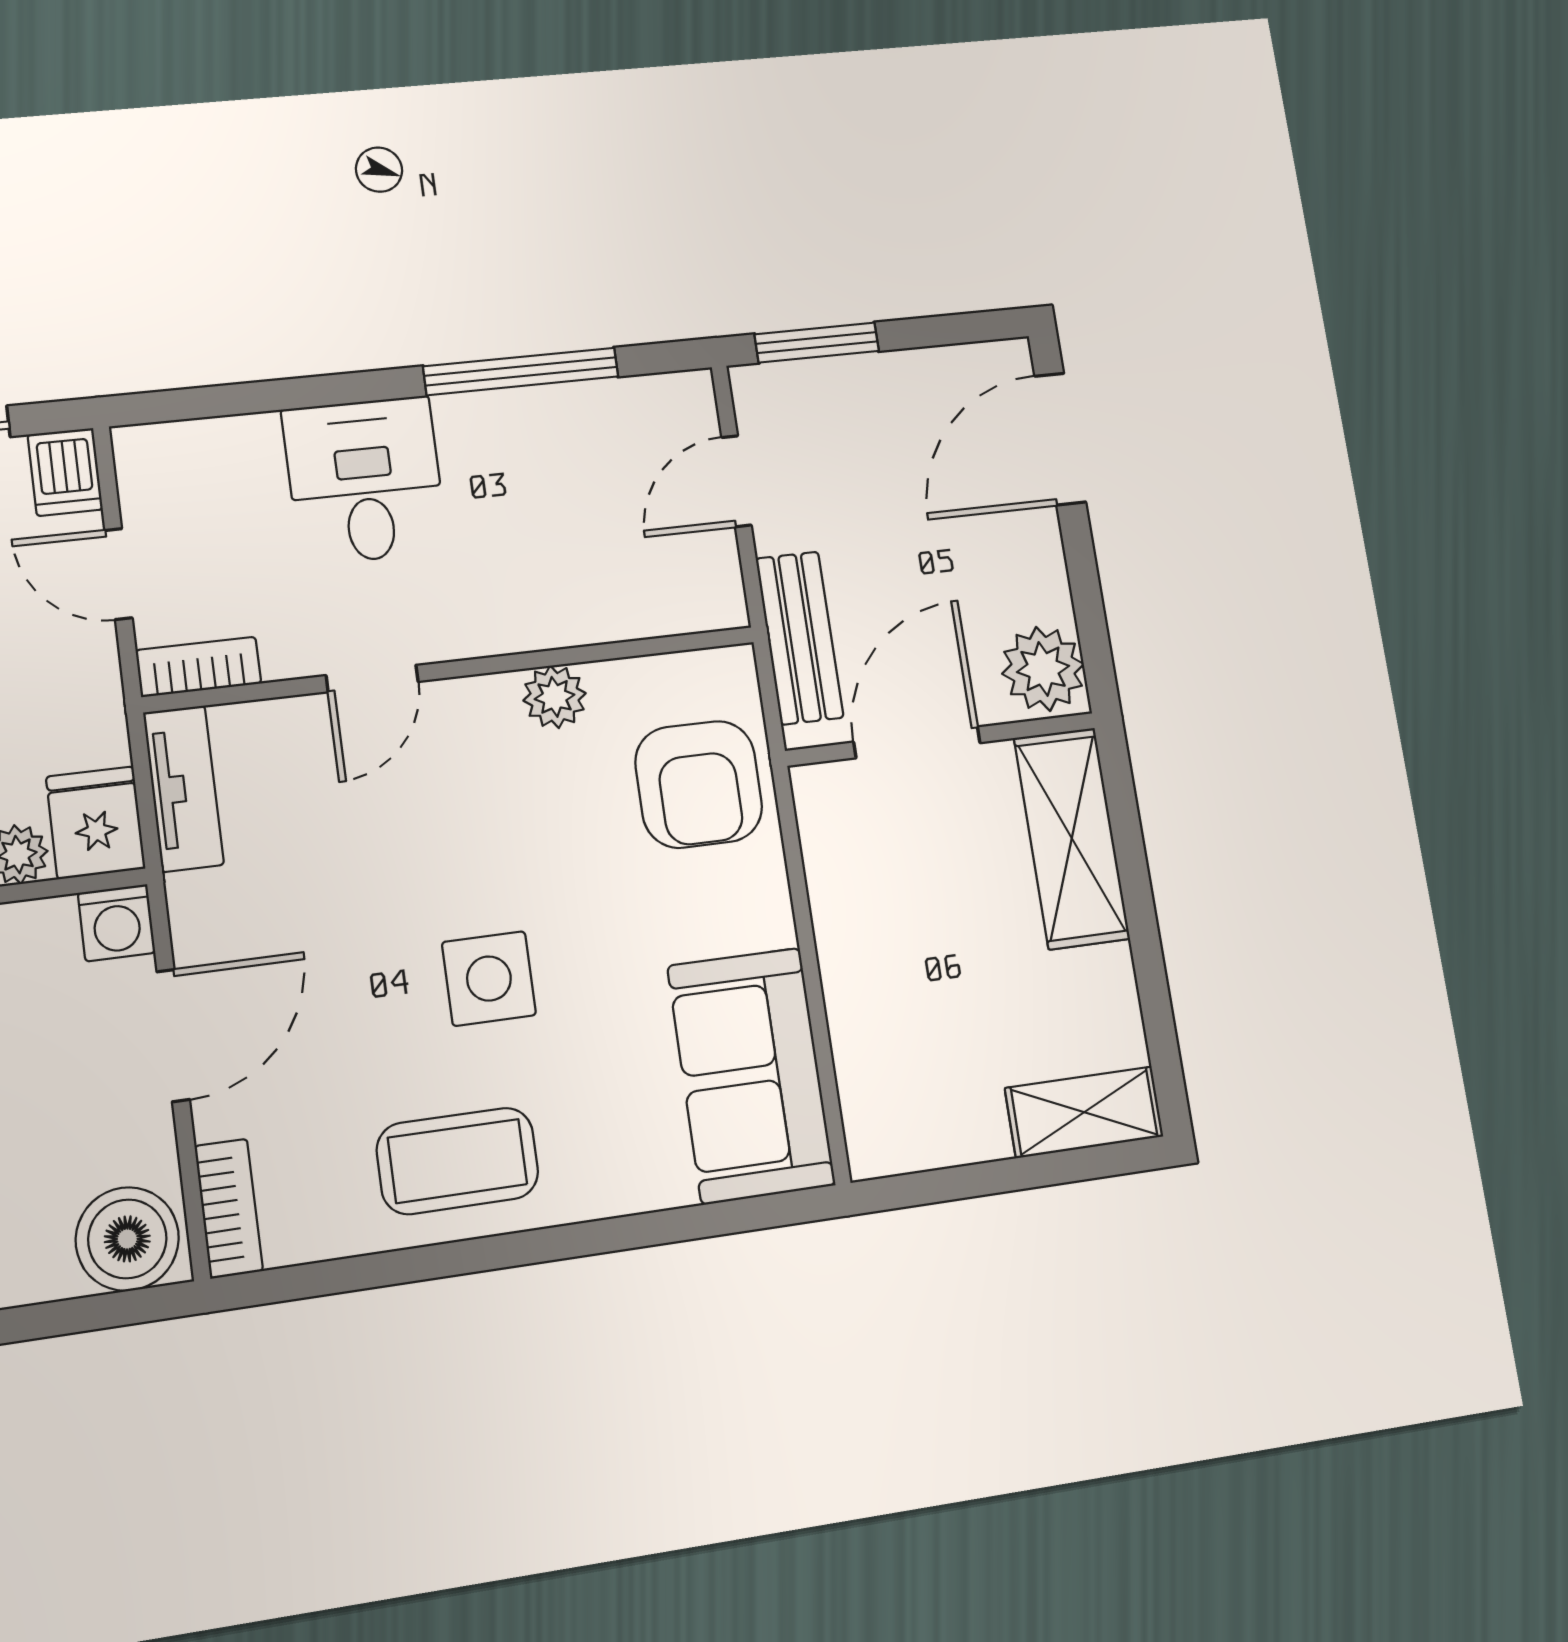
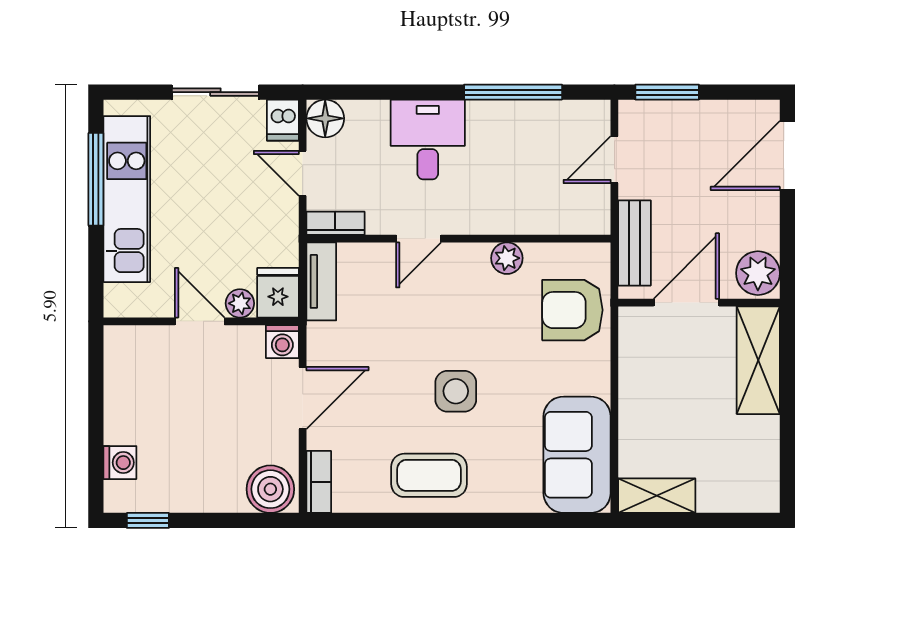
floor lamp: (152, 460) -> (325, 118), added
armchair: (699, 784) -> (572, 310), turned 90
shelving: (1084, 1112) -> (657, 496), moved

